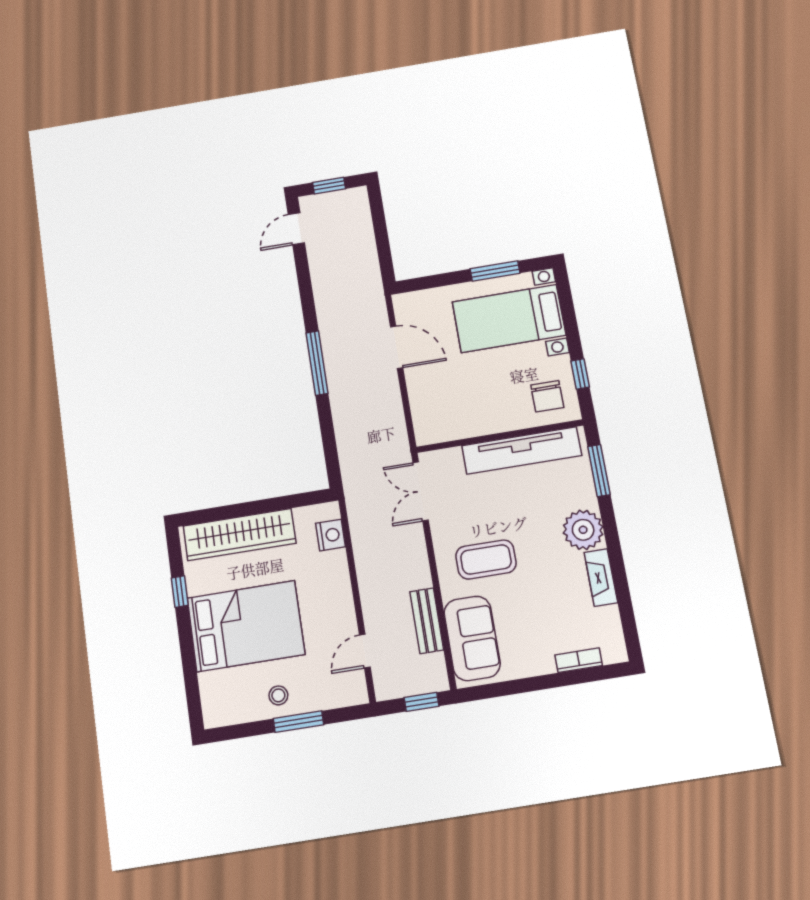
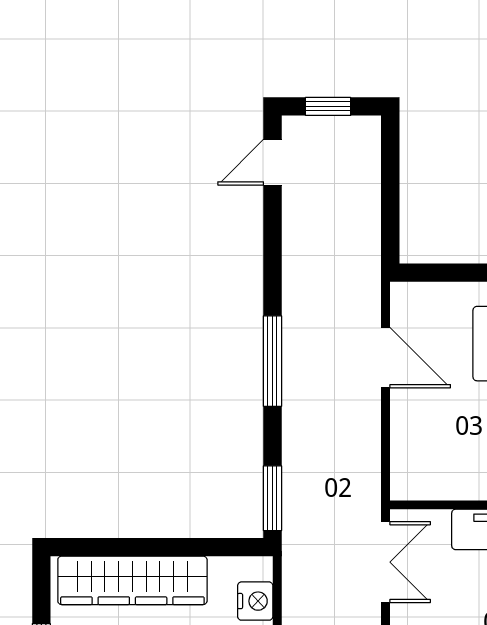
window: (332, 459) -> (272, 498), added
double door: (421, 491) -> (386, 562), swing flipped

